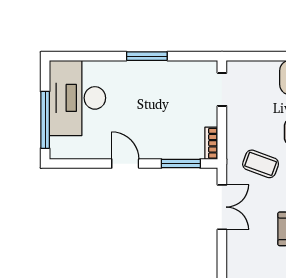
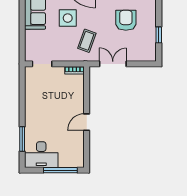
window: (147, 56) -> (22, 139), moved
desk: (77, 98) -> (41, 155), width x0.73, depth x0.77
window: (181, 164) -> (87, 89), removed

